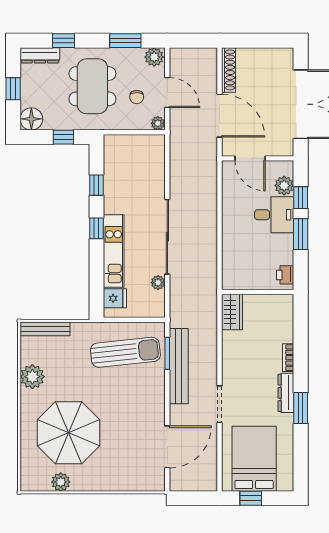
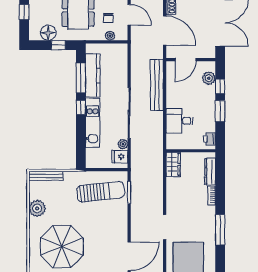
floor lamp: (31, 119) -> (48, 33), moved
plant: (158, 123) -> (110, 36), moved
door: (250, 158) -> (186, 60), hinge flipped
kitchen counter: (114, 182) -> (93, 75), added
window: (96, 185) -> (81, 78), width x2.17
desk: (274, 215) -> (179, 121), moved, turned 180
fridge: (115, 298) -> (120, 157), moved, turned 180
bench: (179, 366) -> (157, 85), moved
dresser: (286, 393) -> (210, 171), moved
window: (301, 408) -> (220, 230), width x1.44

